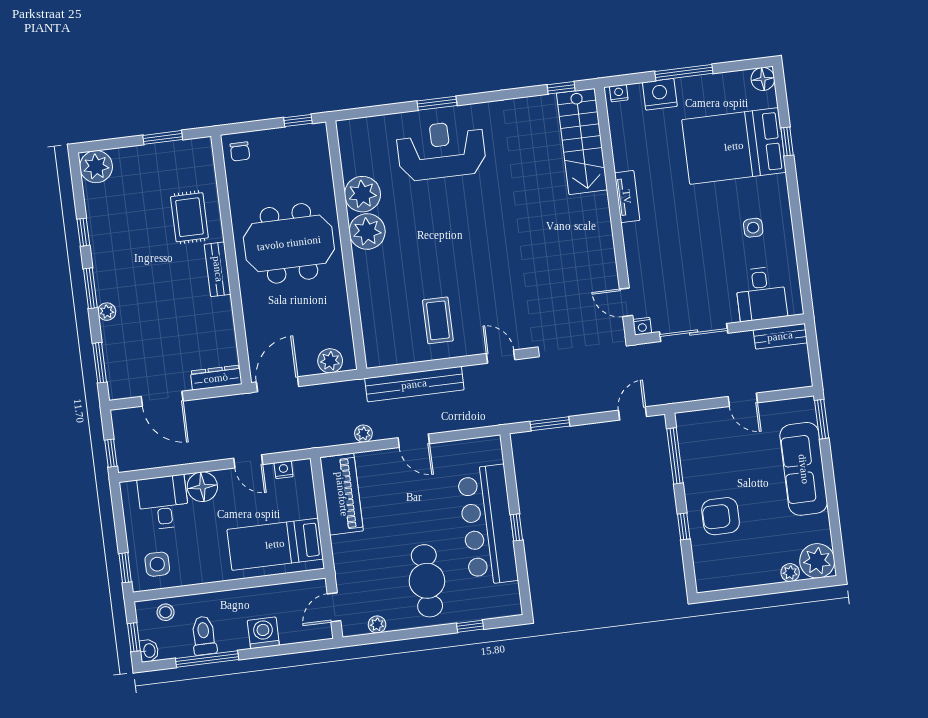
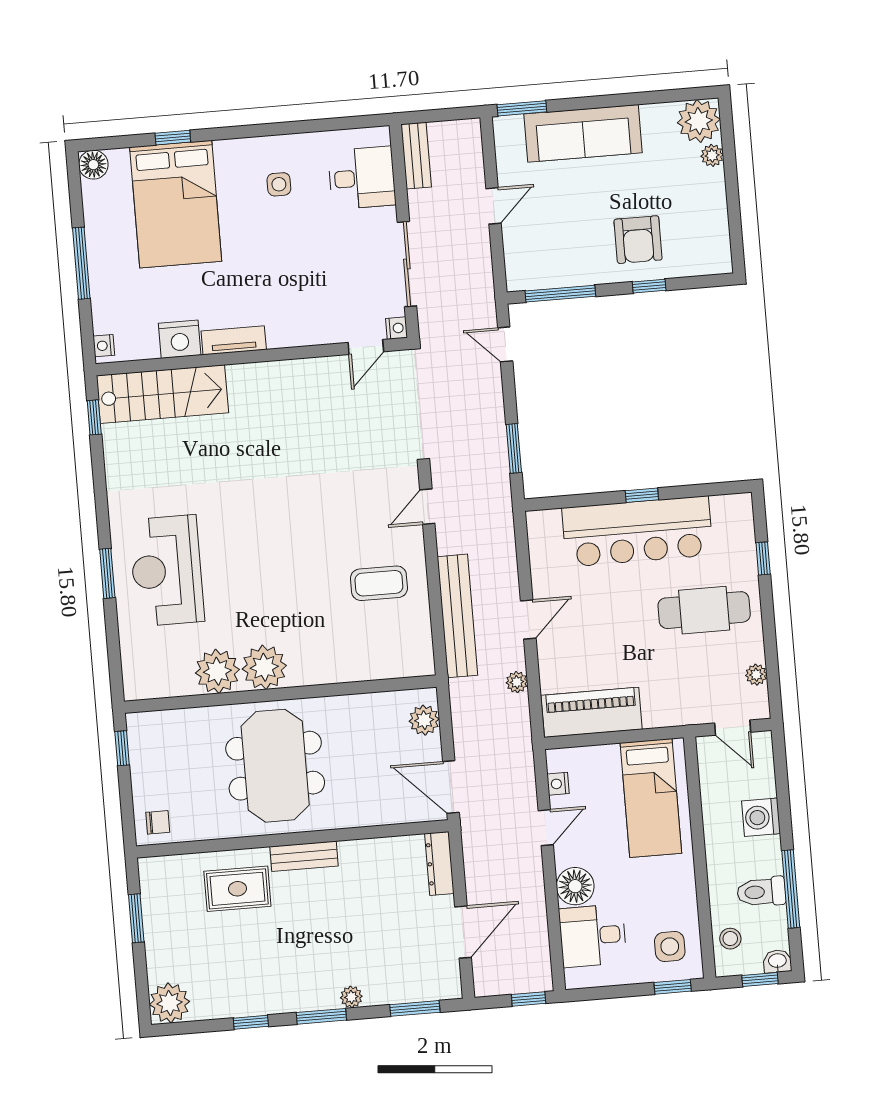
nightstand: (660, 94) -> (180, 339), moved, turned -90

